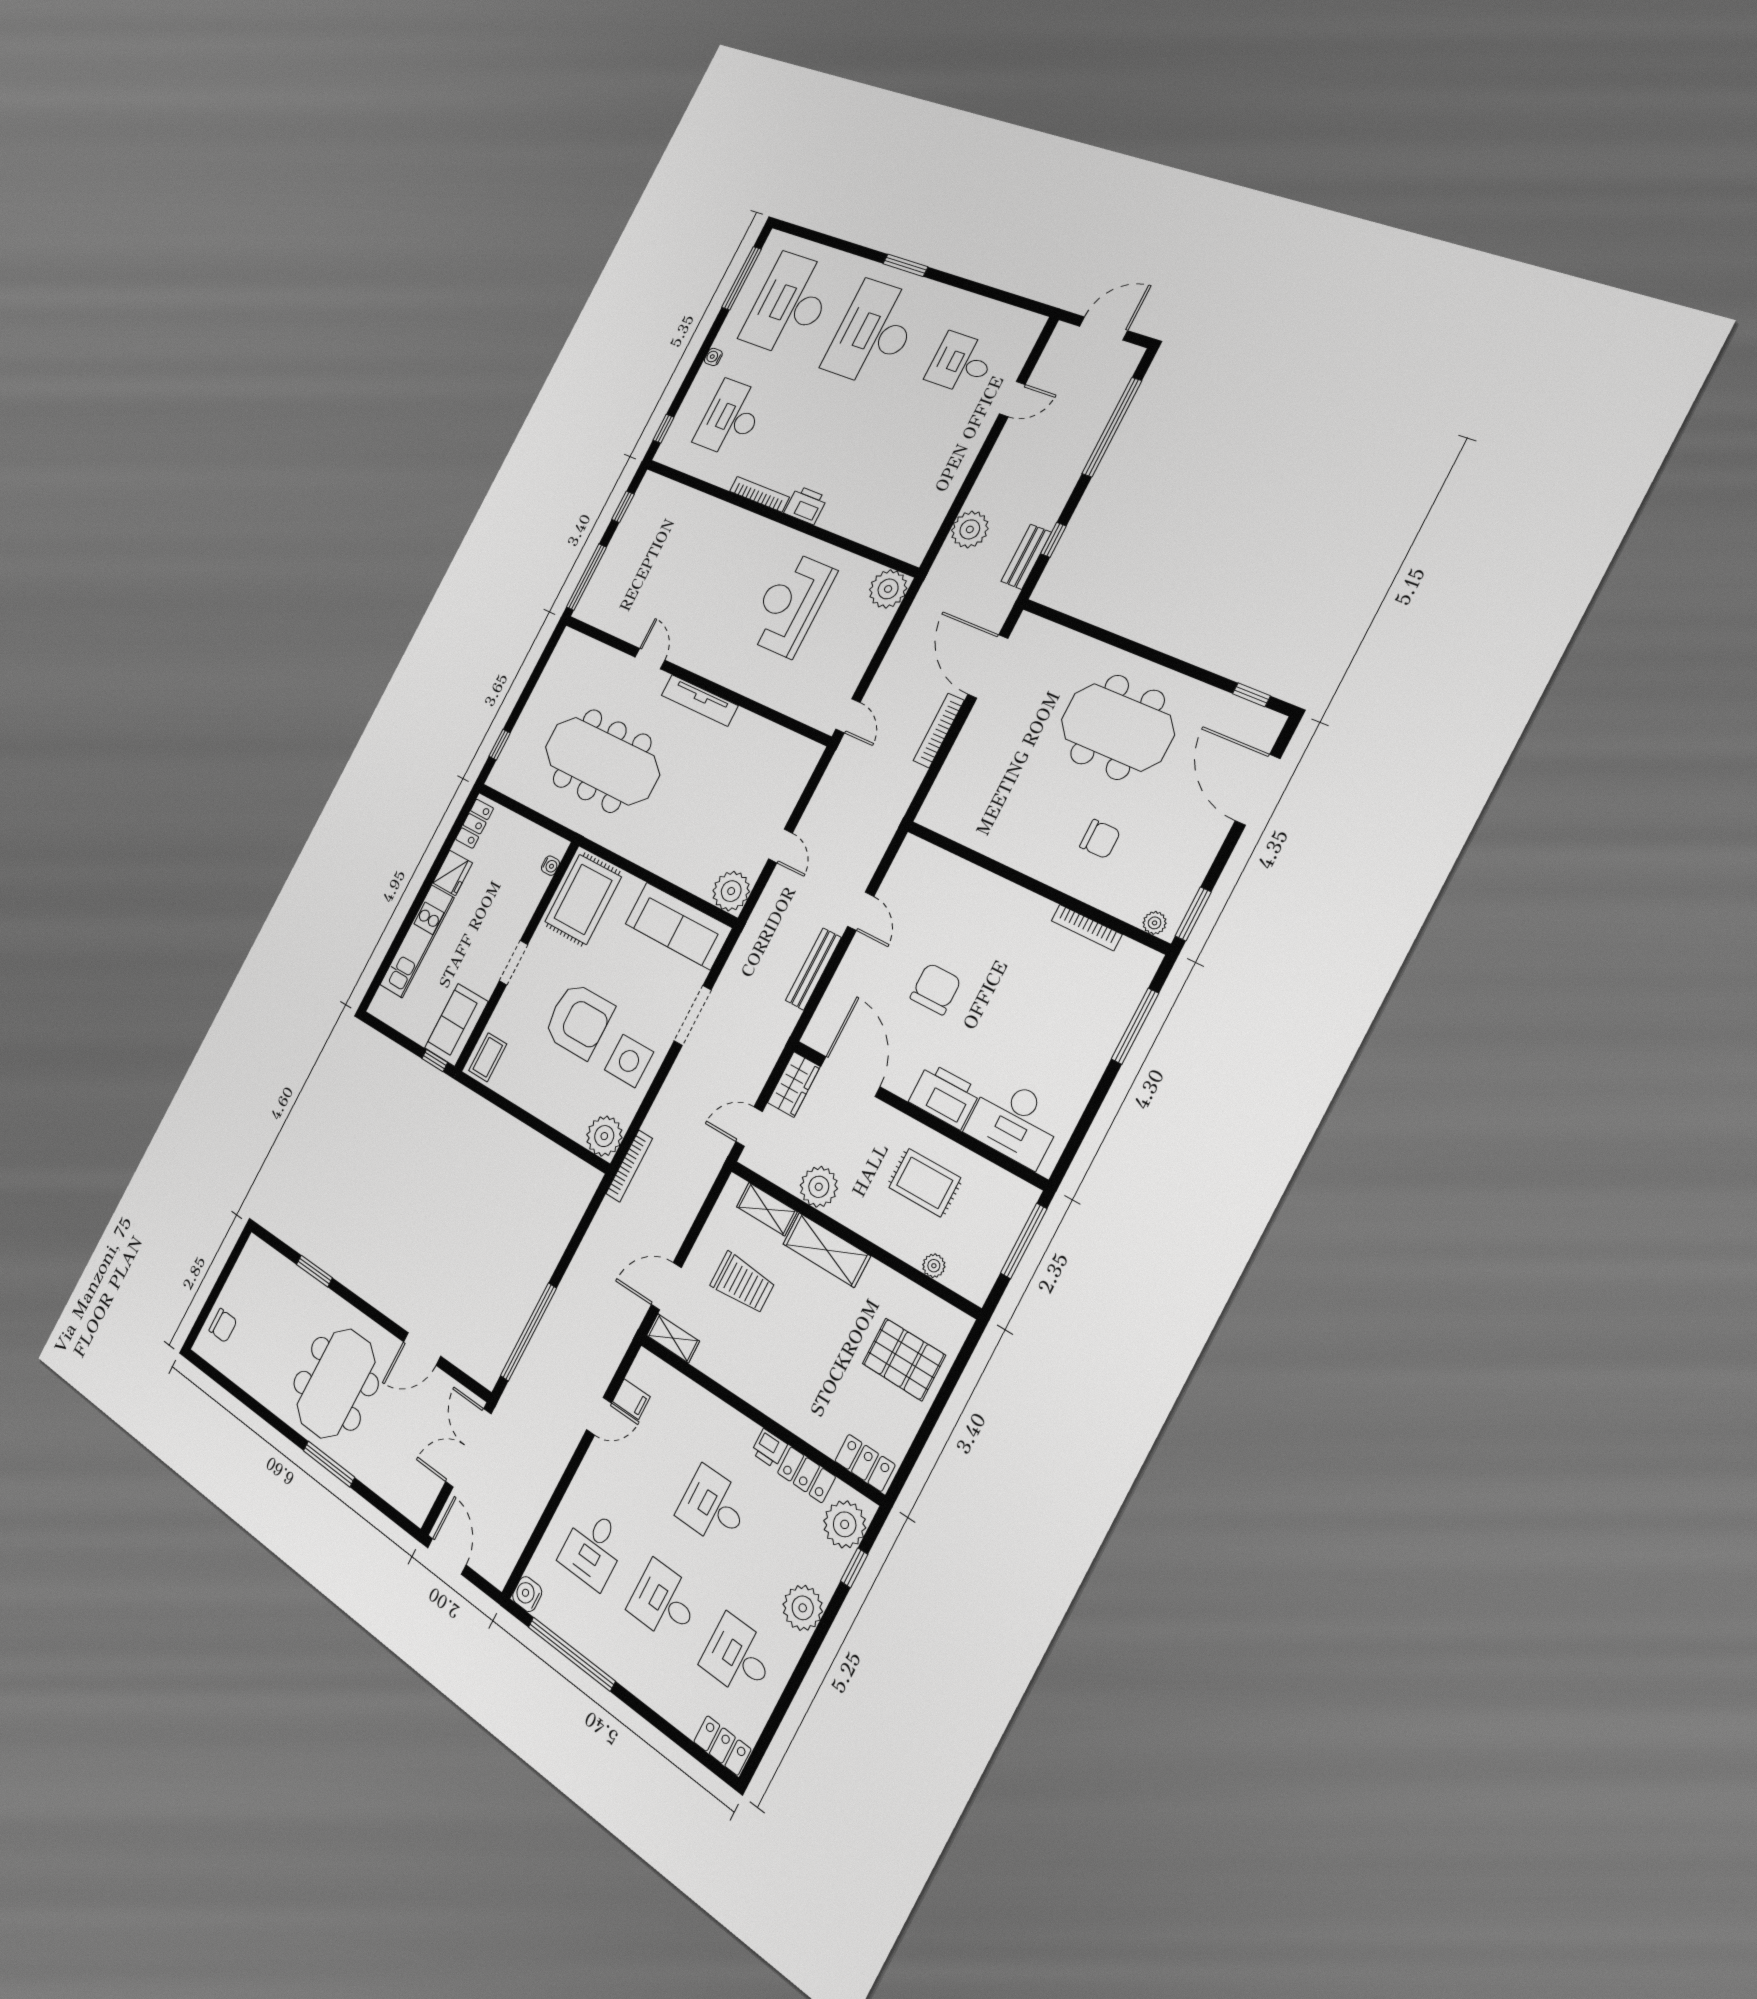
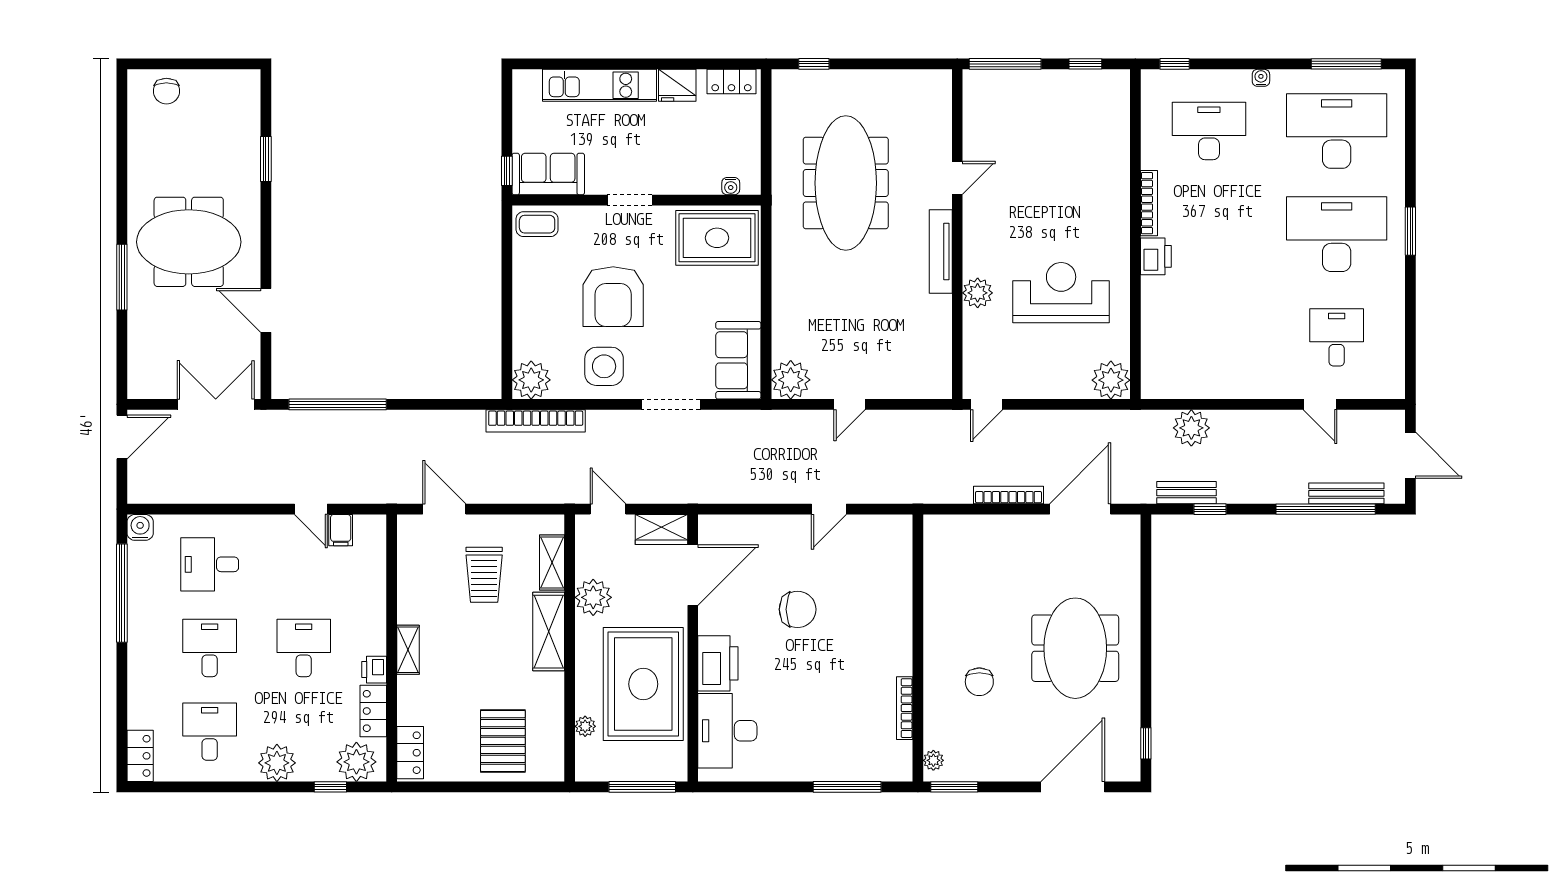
plant: (750, 682) -> (978, 293), added
sofa: (678, 926) -> (738, 360), width x0.73
bench: (813, 969) -> (1346, 493), moved
bookcase: (629, 1166) -> (536, 421), width x1.48, depth x1.31
rug: (925, 1183) -> (643, 684), width x1.86, depth x2.06
shelving: (673, 1338) -> (408, 650), moved

